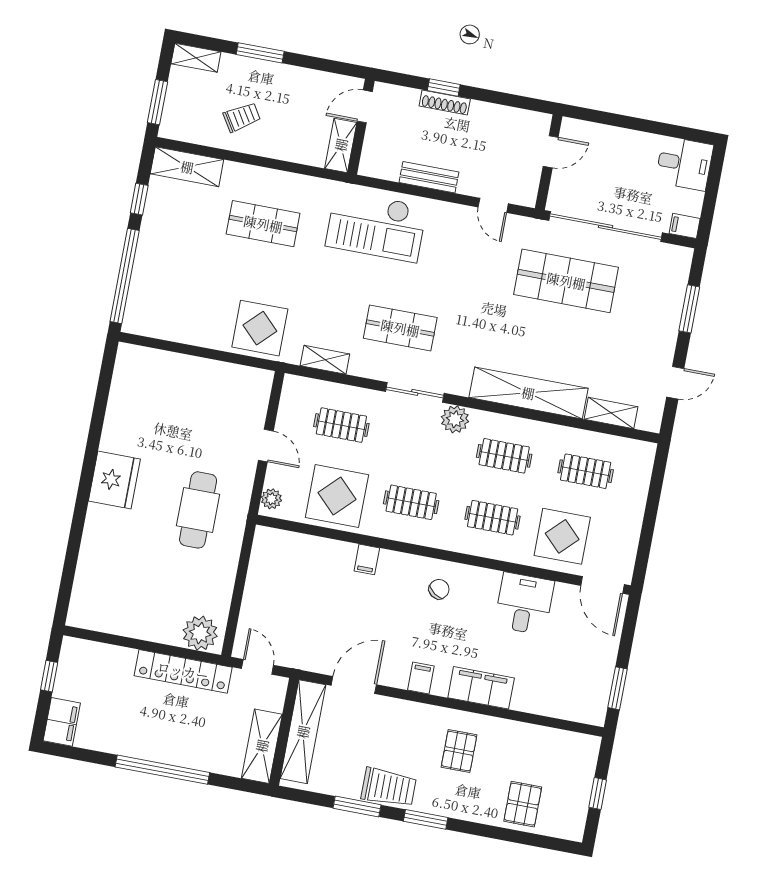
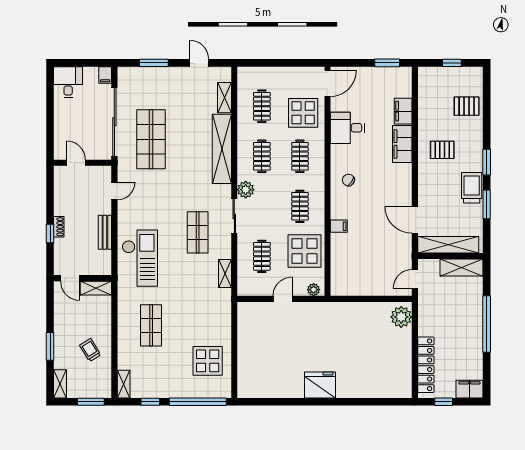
shoe rack: (445, 102) -> (59, 227), width x0.70
shelving: (187, 167) -> (124, 384), width x0.67, depth x0.75
display table: (260, 328) -> (208, 361), moved
cafe table: (198, 510) -> (328, 332), removed
locker: (183, 671) -> (426, 365), moved
filing cabinet: (421, 678) -> (403, 111), moved, width x2.00

